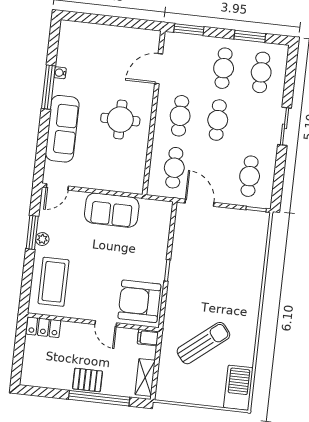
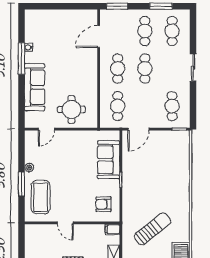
round table: (120, 120) -> (71, 110), moved
door: (57, 187) -> (46, 129), moved
door: (199, 203) -> (138, 129), swing flipped
sofa: (112, 210) -> (109, 160), moved, turned 90
window: (32, 232) -> (21, 184), moved
armchair: (139, 301) -> (103, 204), width x0.53, depth x0.53
door: (106, 324) -> (65, 223), moved
locker: (43, 327) -> (37, 230), removed

